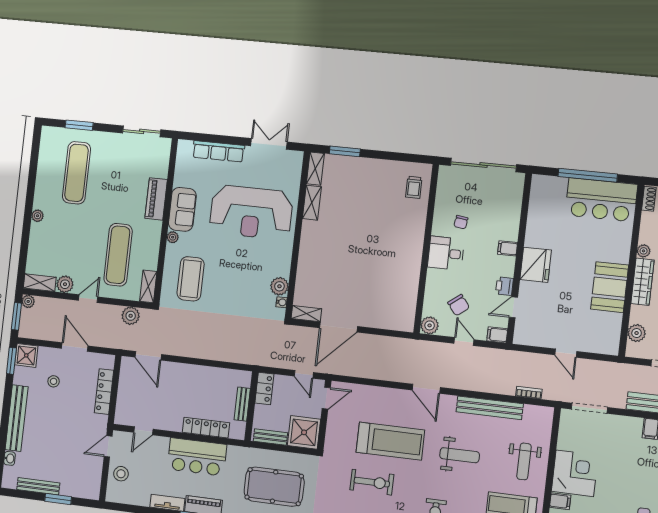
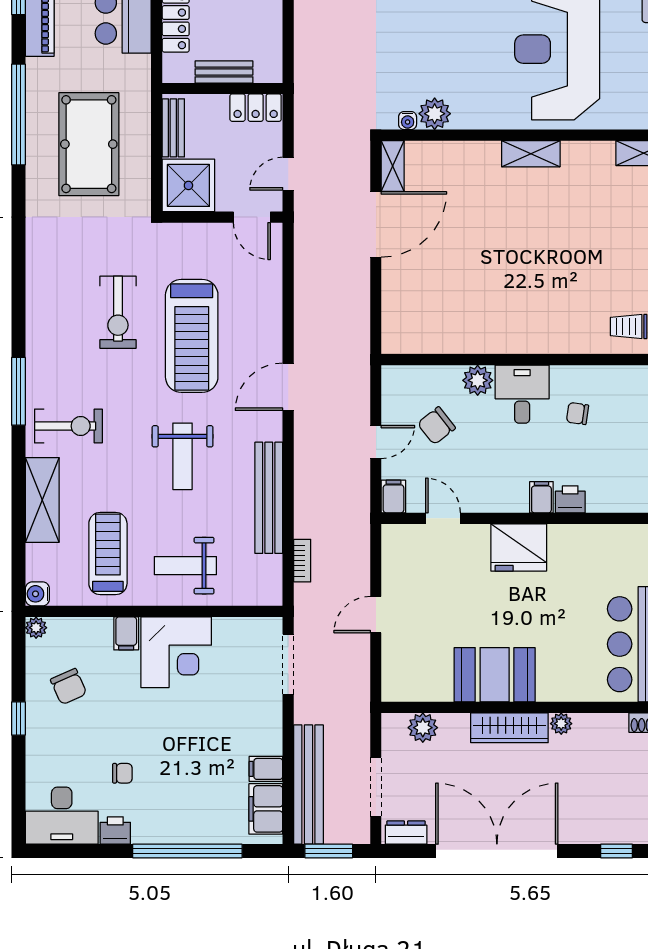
shelving: (312, 203) -> (531, 154), moved
printer: (504, 286) -> (570, 499), moved
plant: (430, 325) -> (478, 380), moved
door: (338, 327) -> (376, 224), swing flipped

